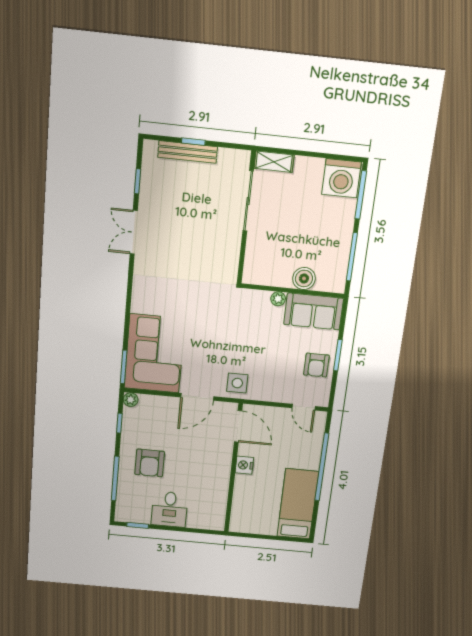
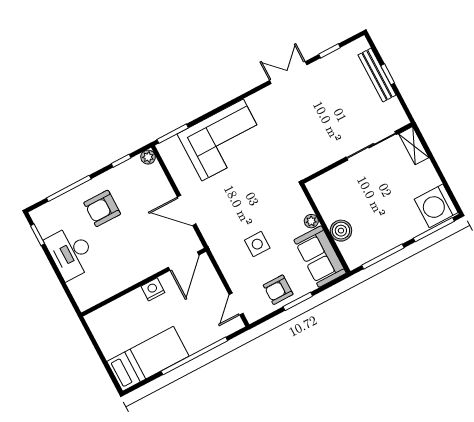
corner sofa: (154, 354) -> (223, 140), moved
side table: (237, 383) -> (257, 244), moved
desk: (170, 509) -> (71, 252), width x1.37

